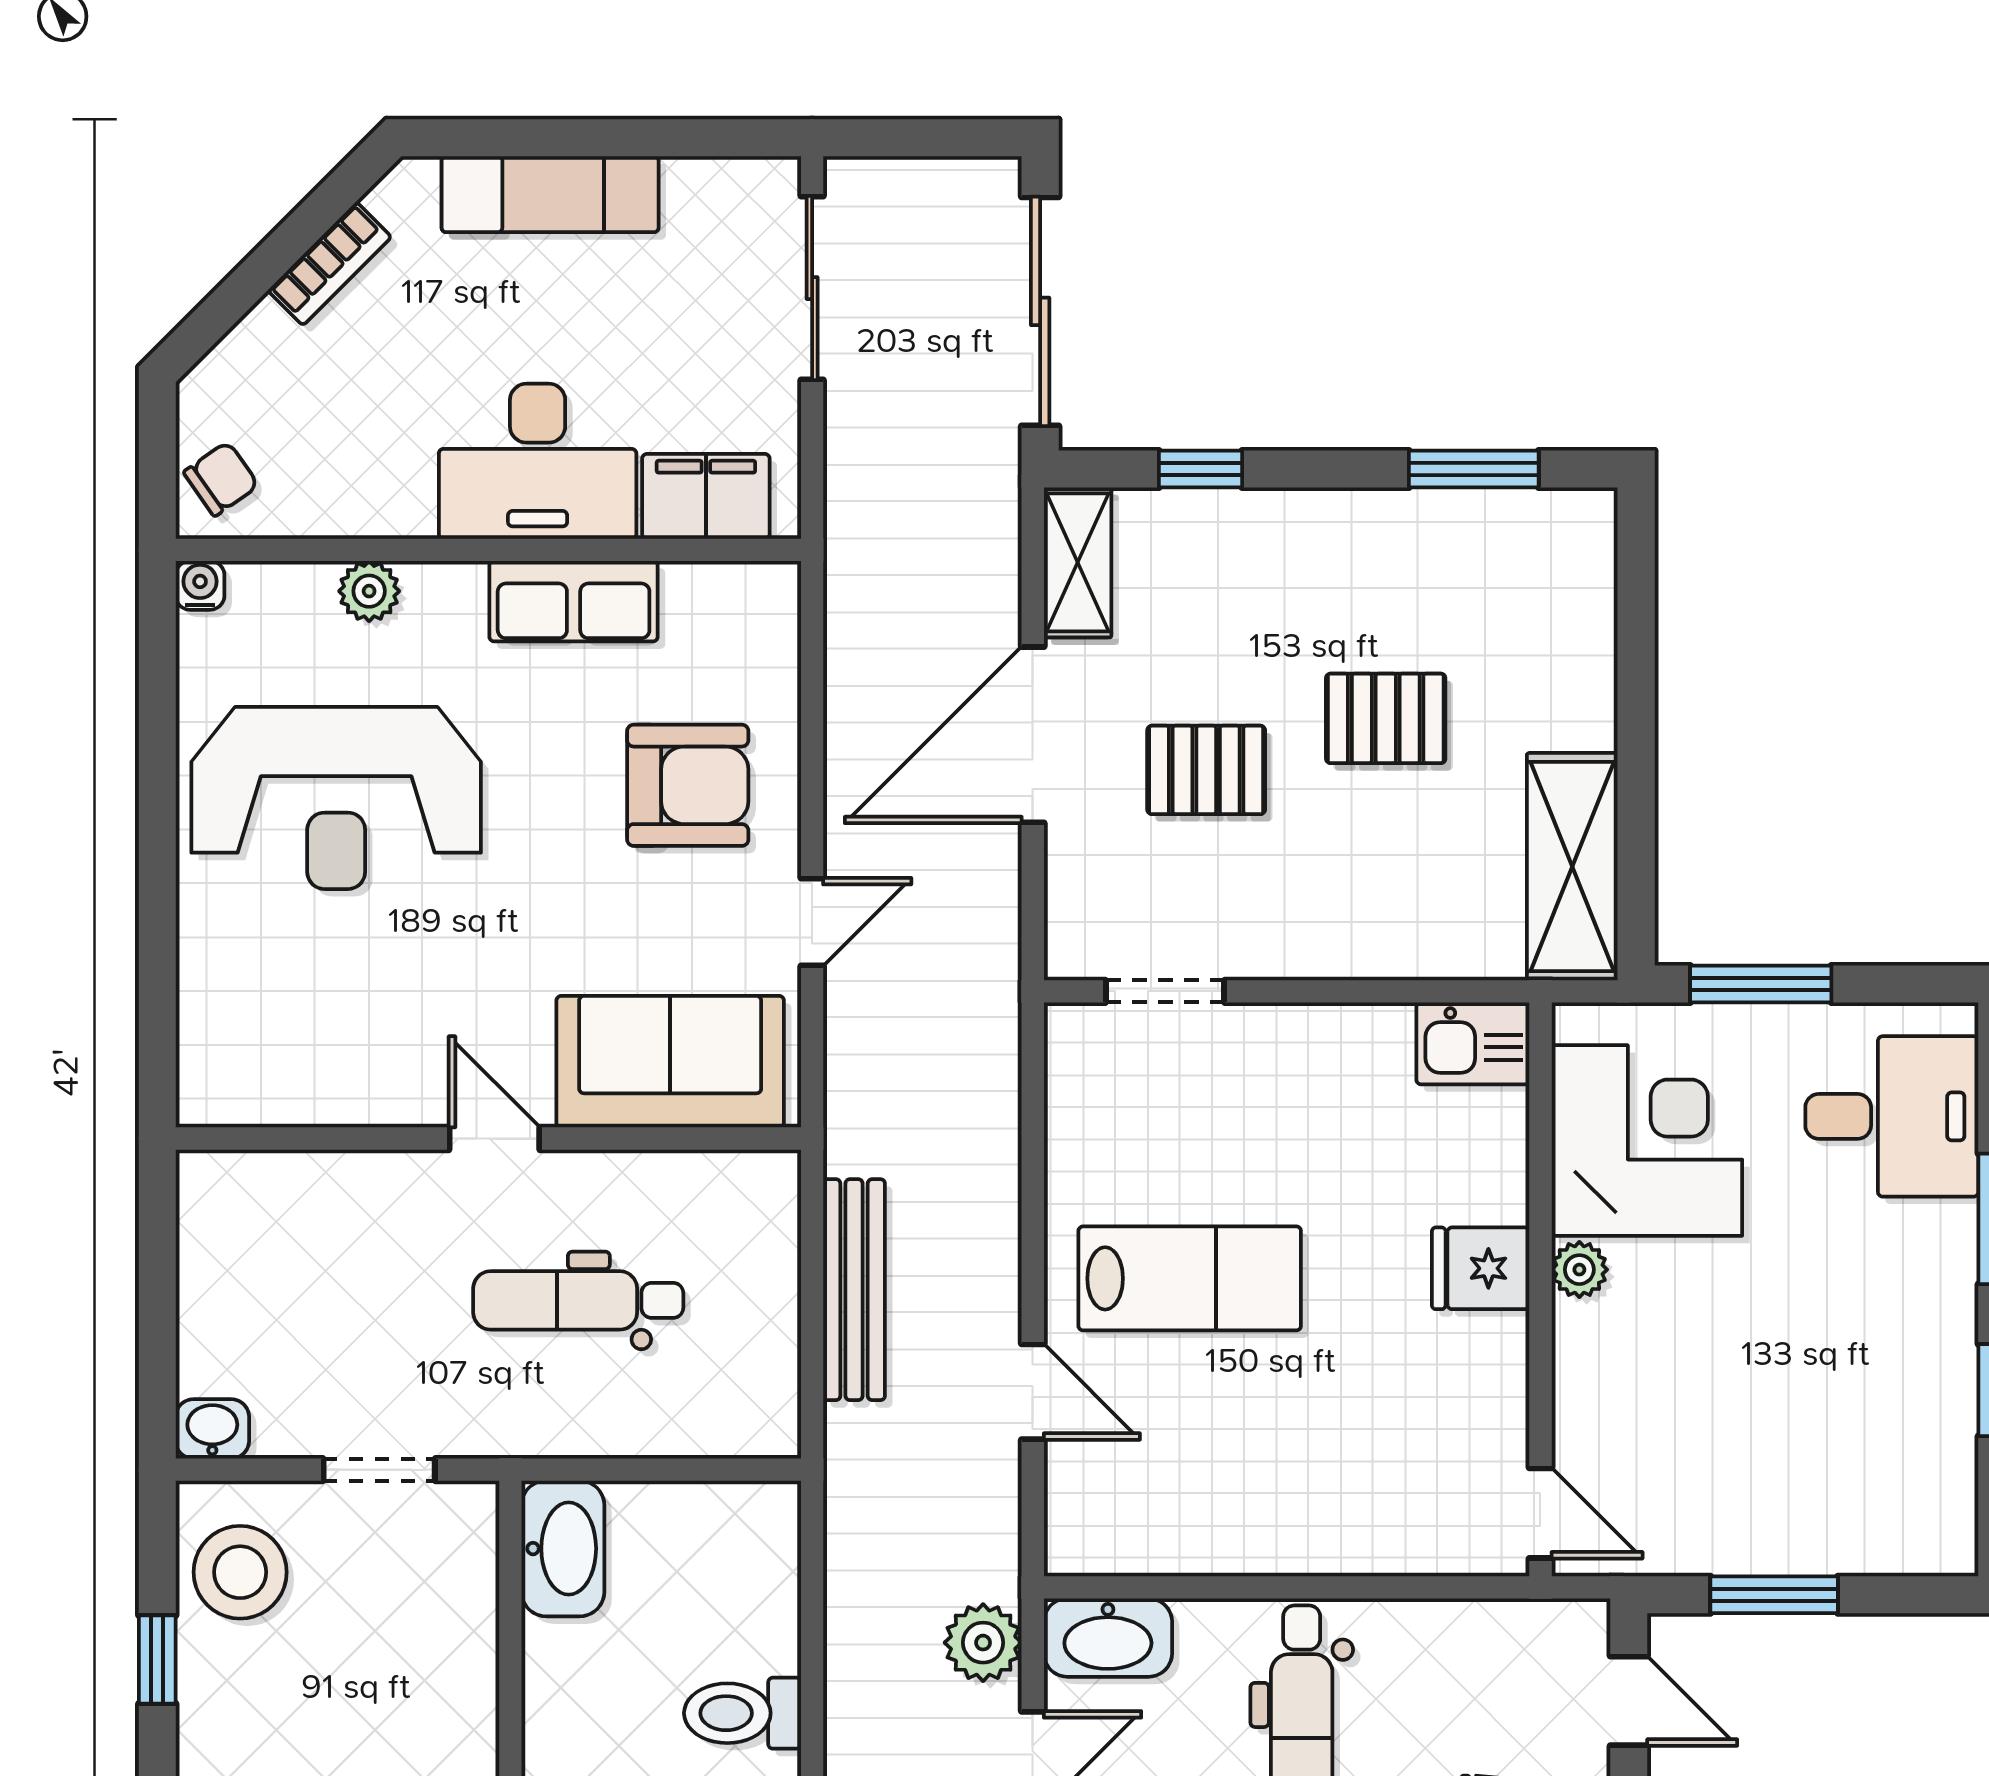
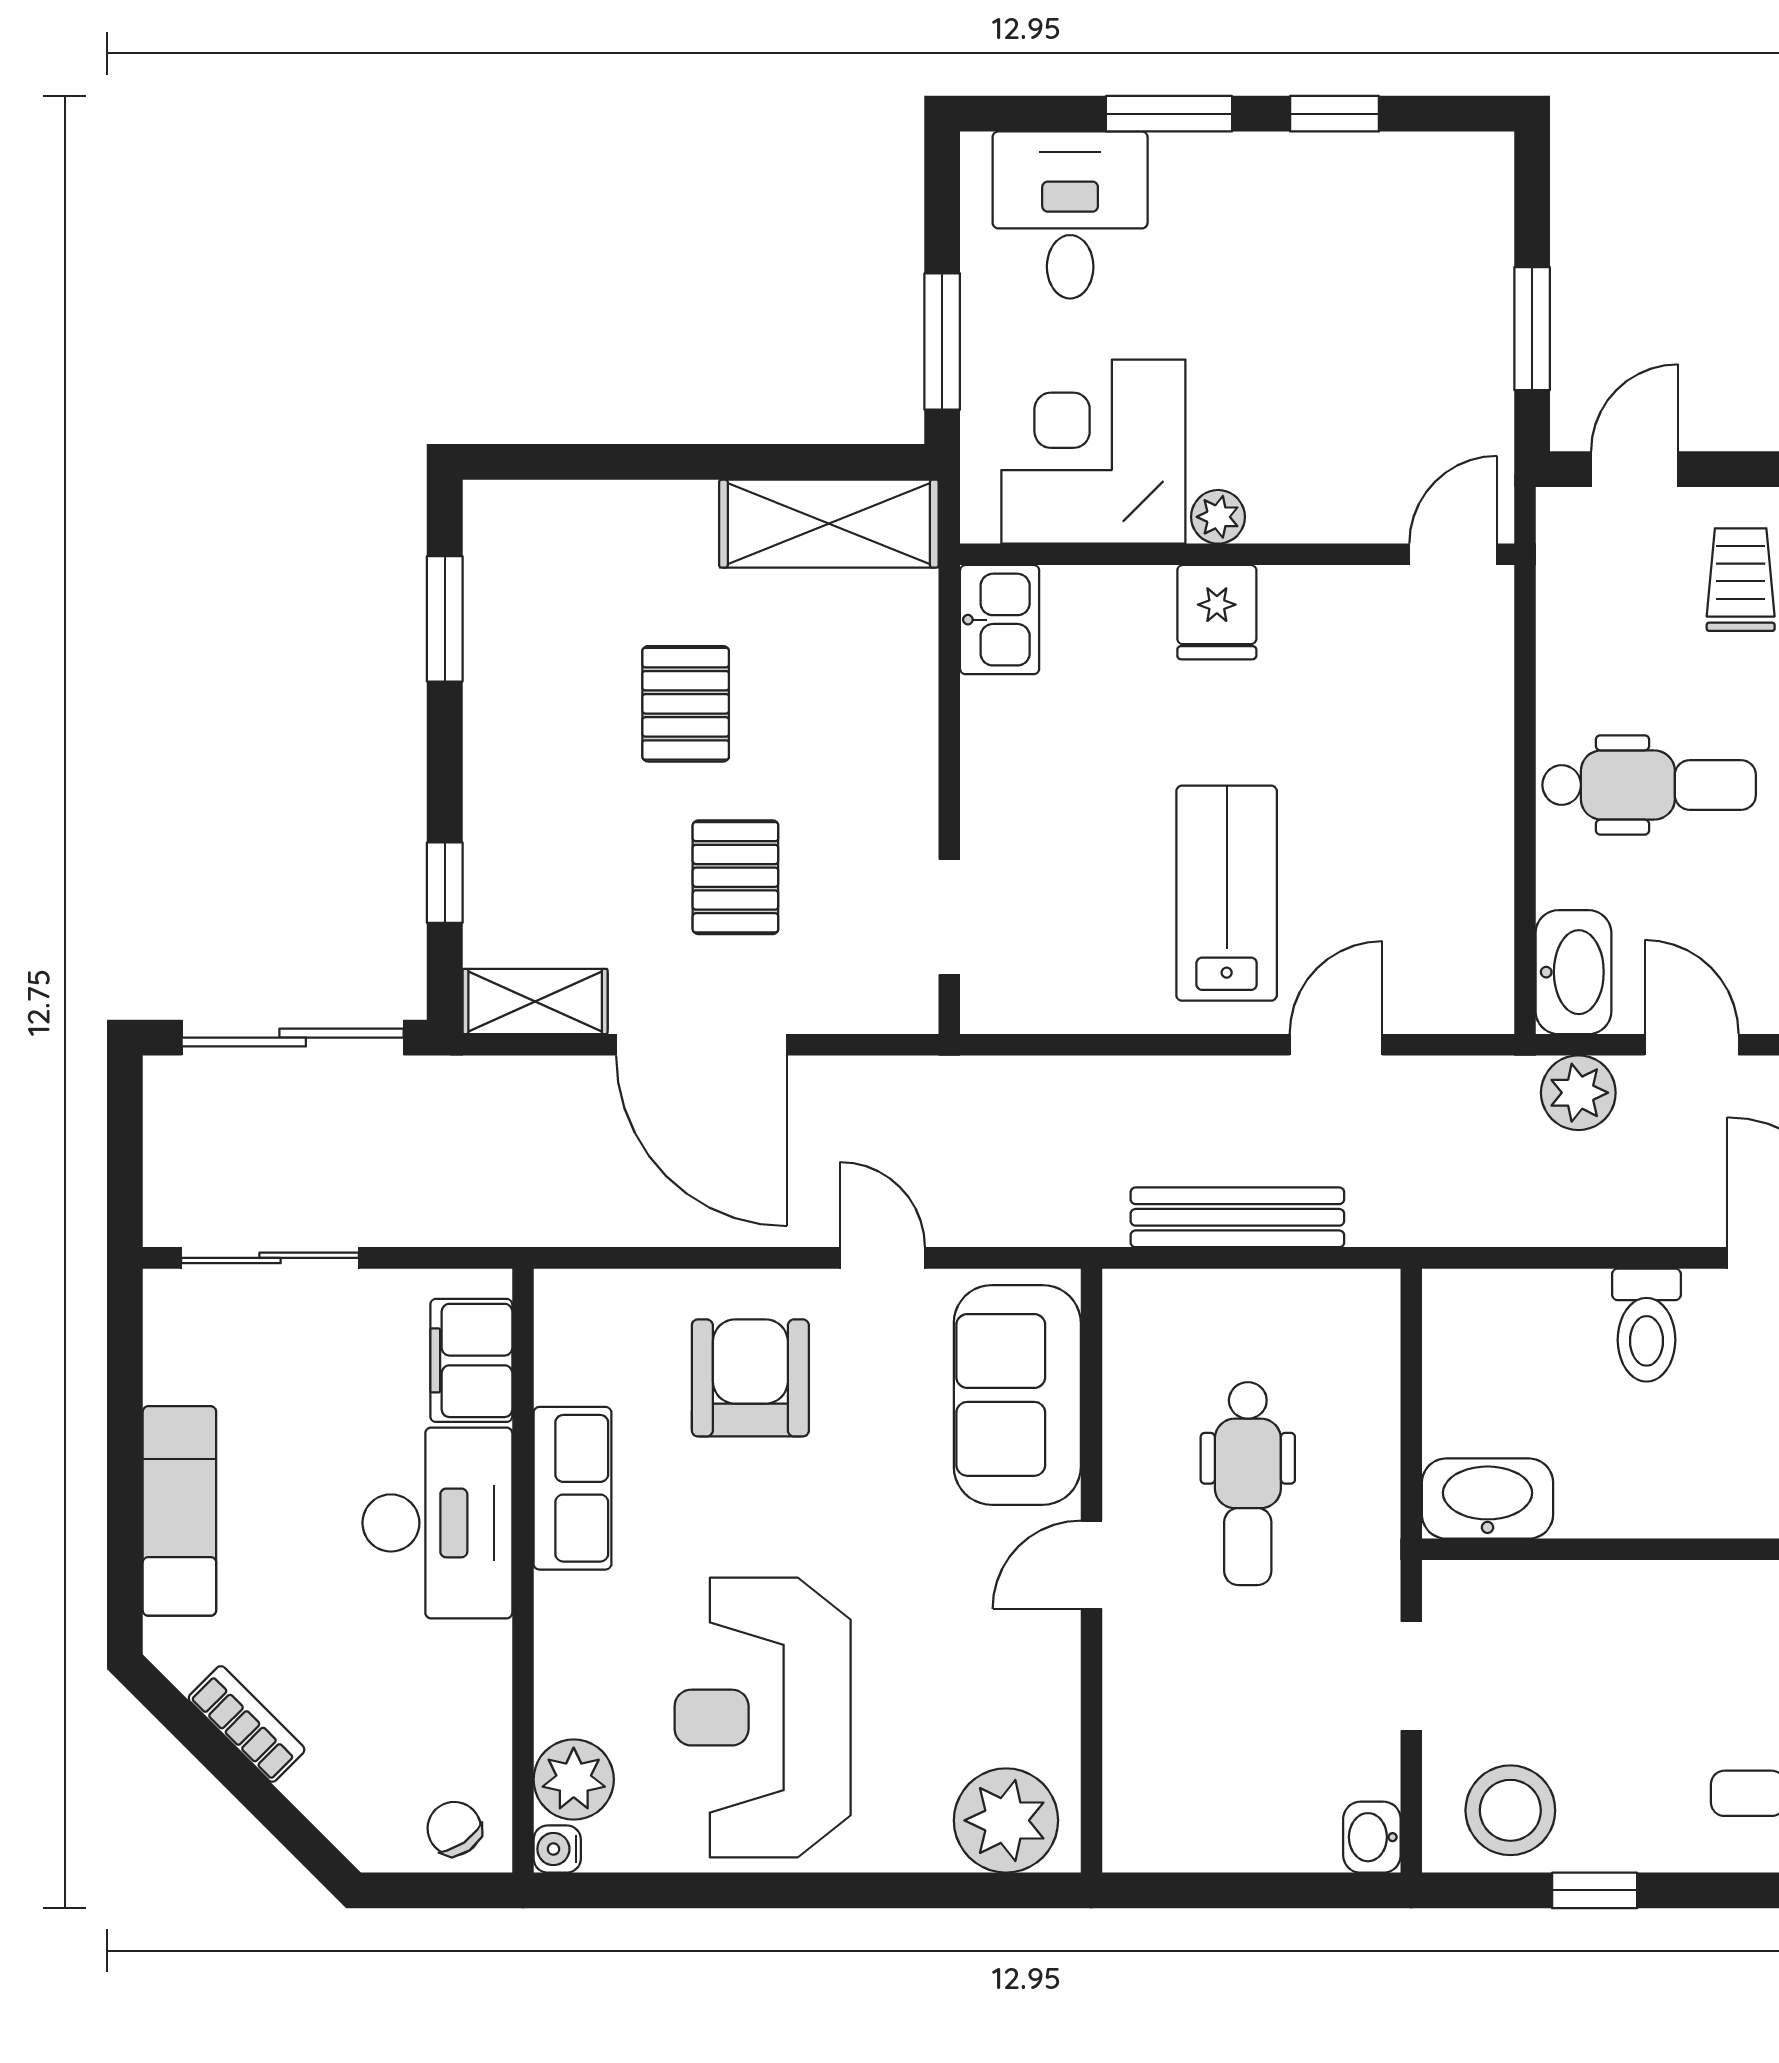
plant: (369, 591) -> (574, 1780), moved, width x1.38, depth x1.38
reception desk: (336, 798) -> (763, 1718), turned 180
plant: (230, 1050) -> (1006, 1820), added

